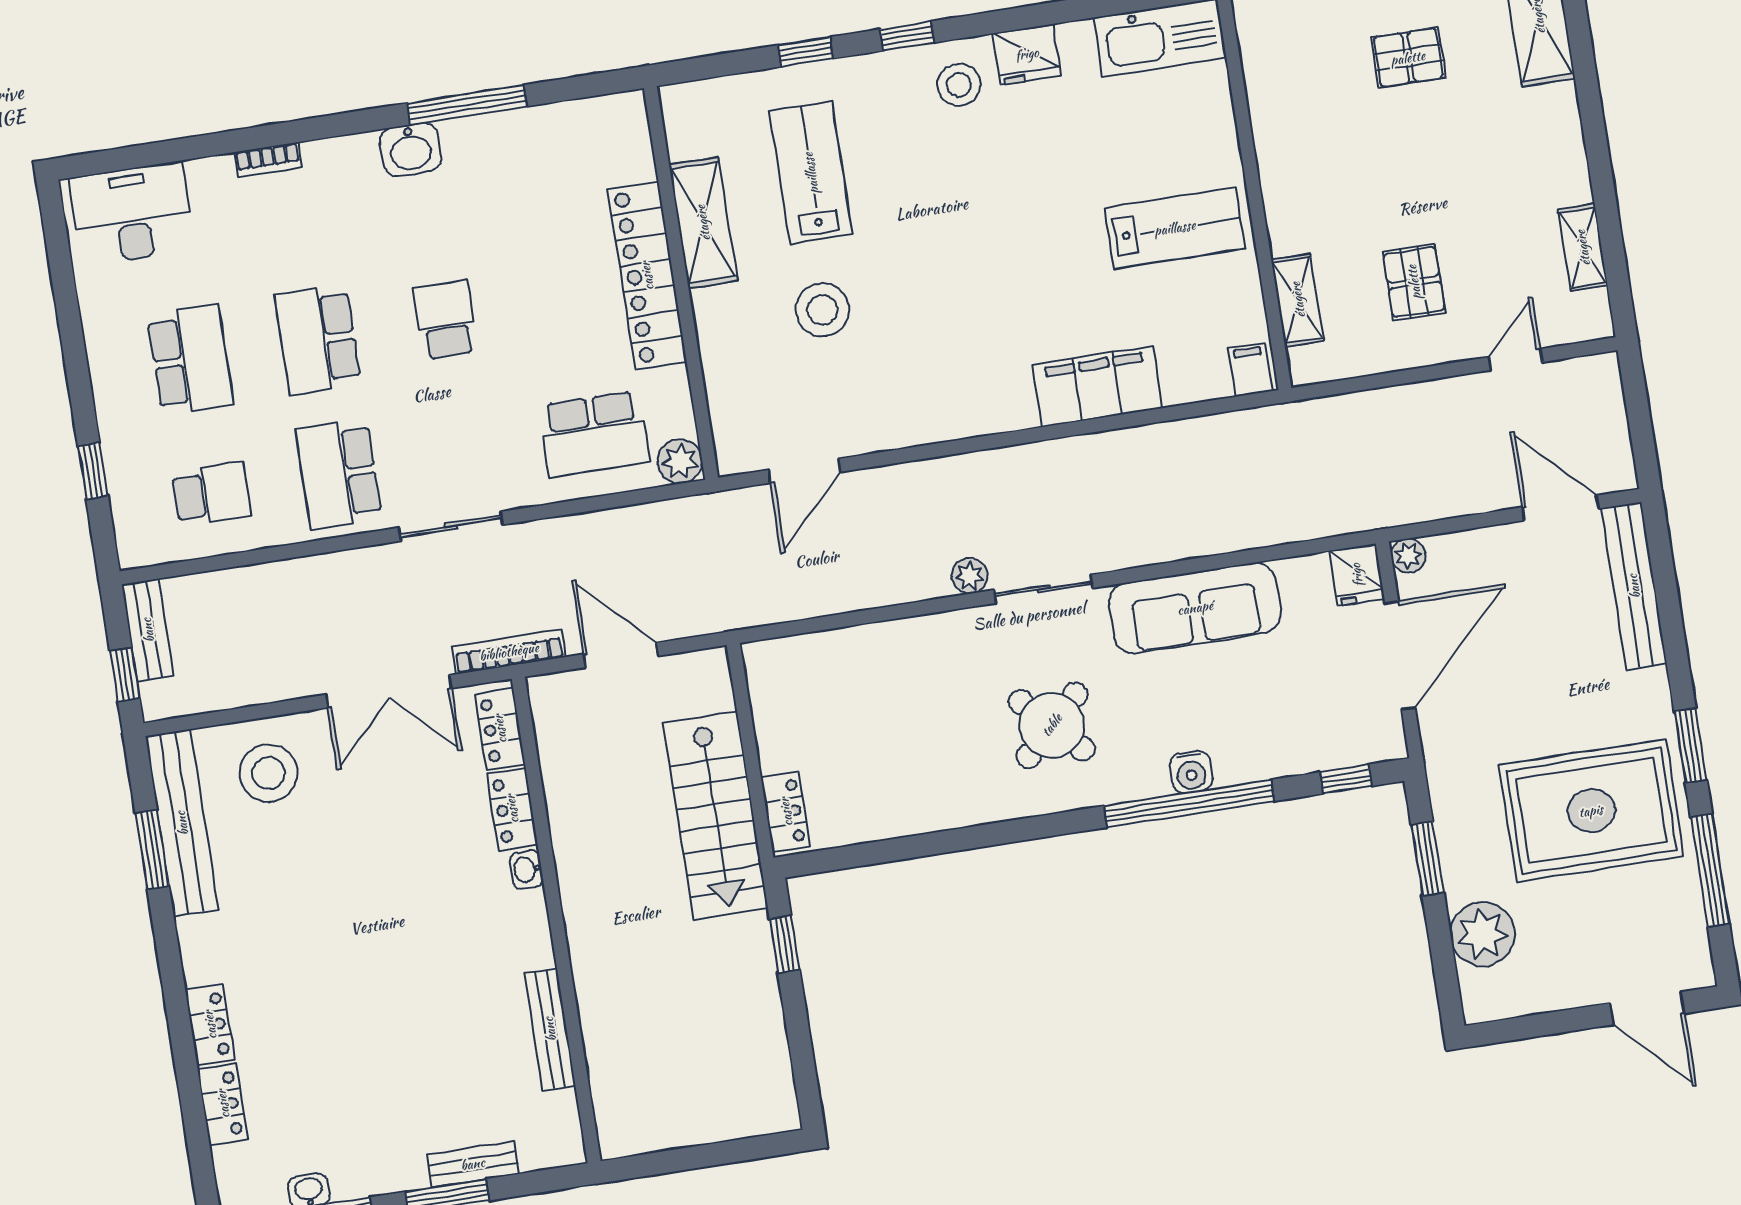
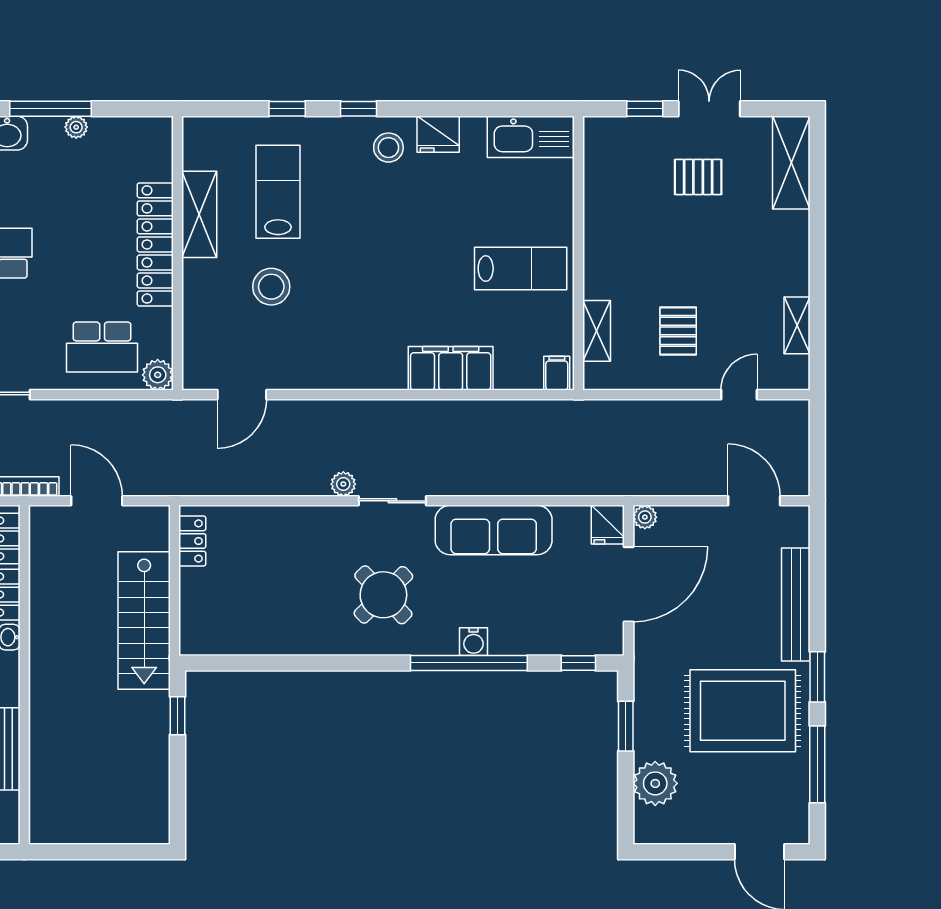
plant: (508, 126) -> (76, 127), added
bench: (1634, 586) -> (796, 605), moved
locker: (786, 812) -> (192, 541), moved

